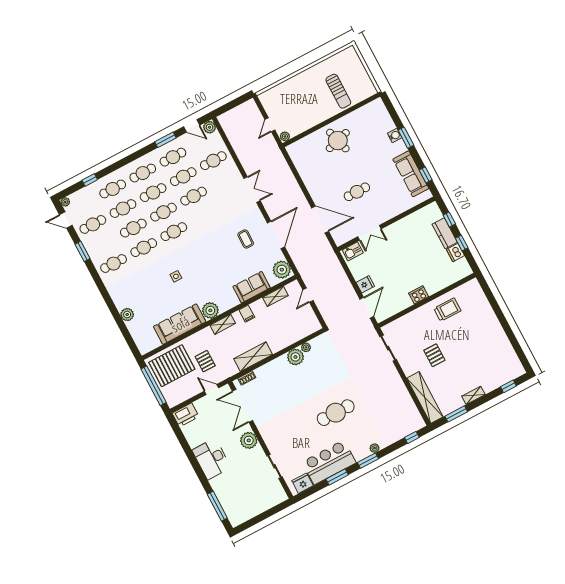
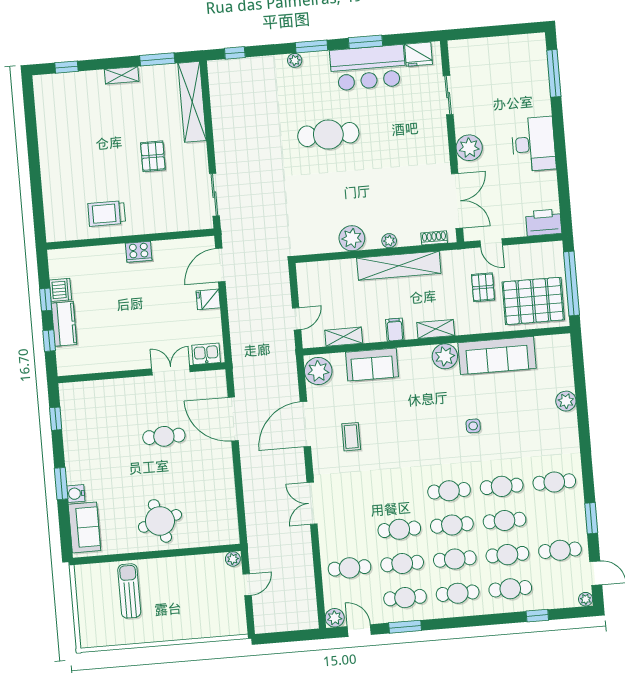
sofa: (411, 174) -> (84, 527), moved, width x0.73
plant: (306, 347) -> (389, 241), moved
shelving: (253, 357) -> (399, 266), width x1.47

